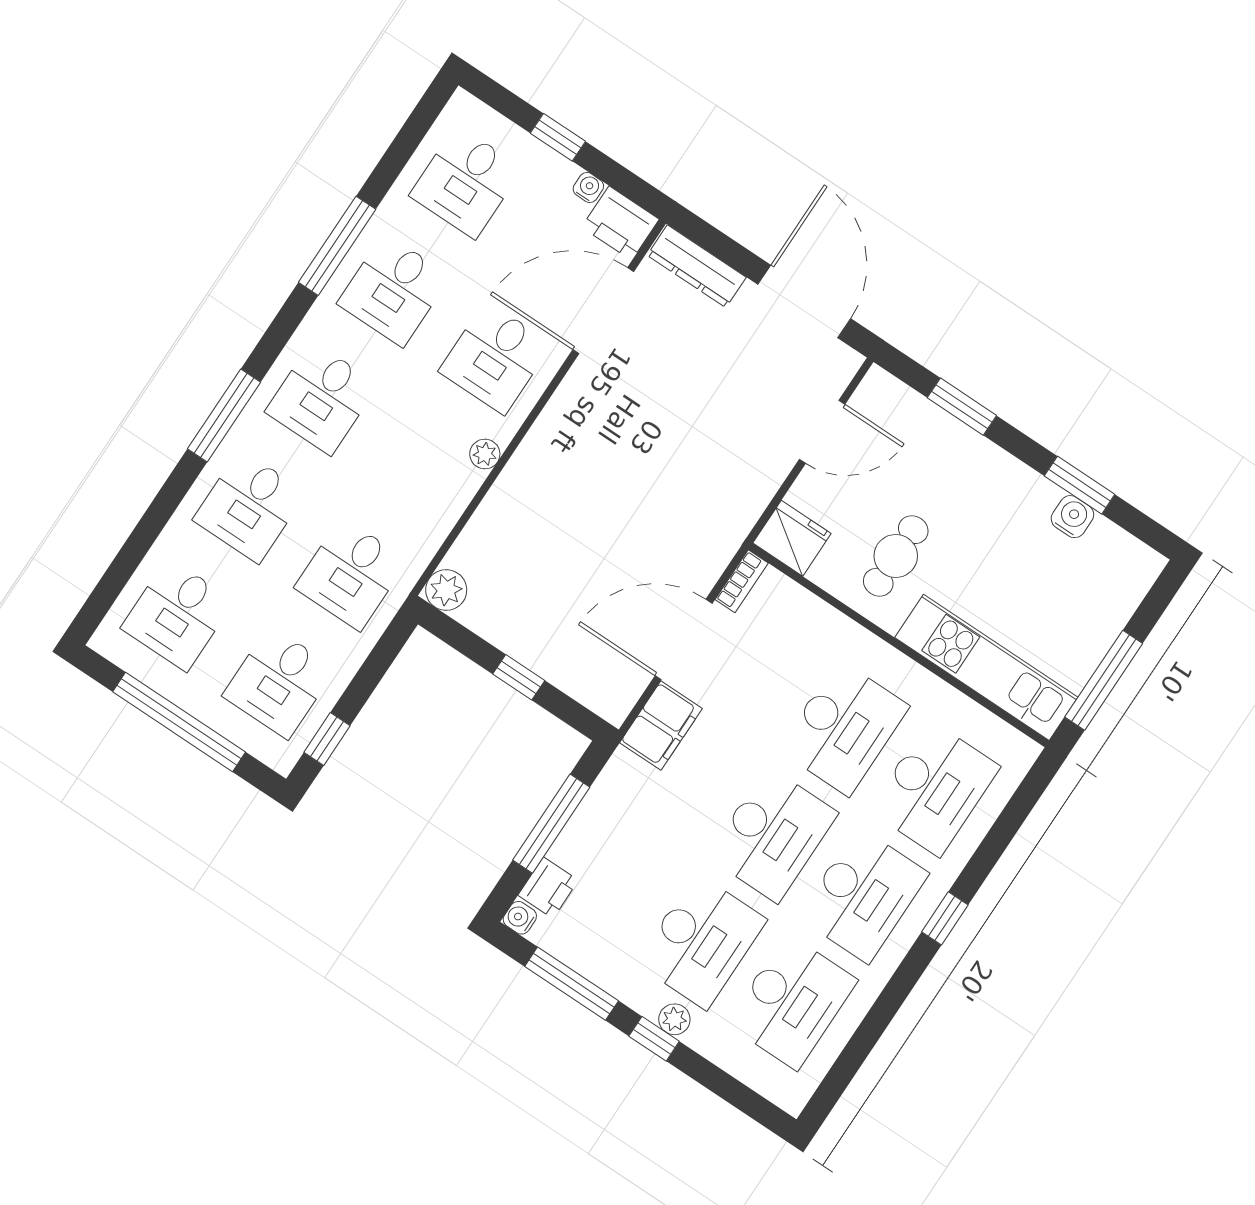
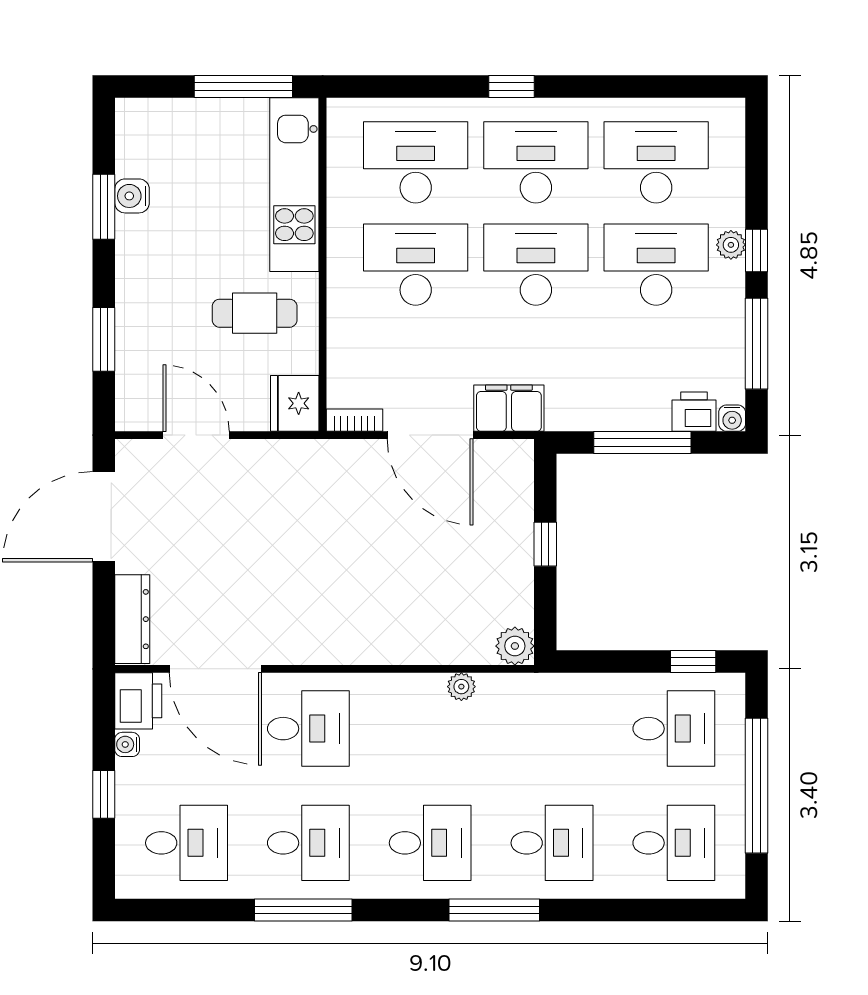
plant: (485, 454) -> (461, 687), moved
desk: (351, 574) -> (552, 729), removed

